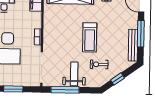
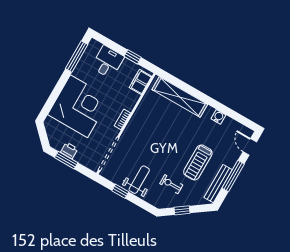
treadmill: (90, 37) -> (198, 162), moved
printer: (12, 81) -> (69, 150), added
window: (65, 90) -> (120, 191), width x0.46

